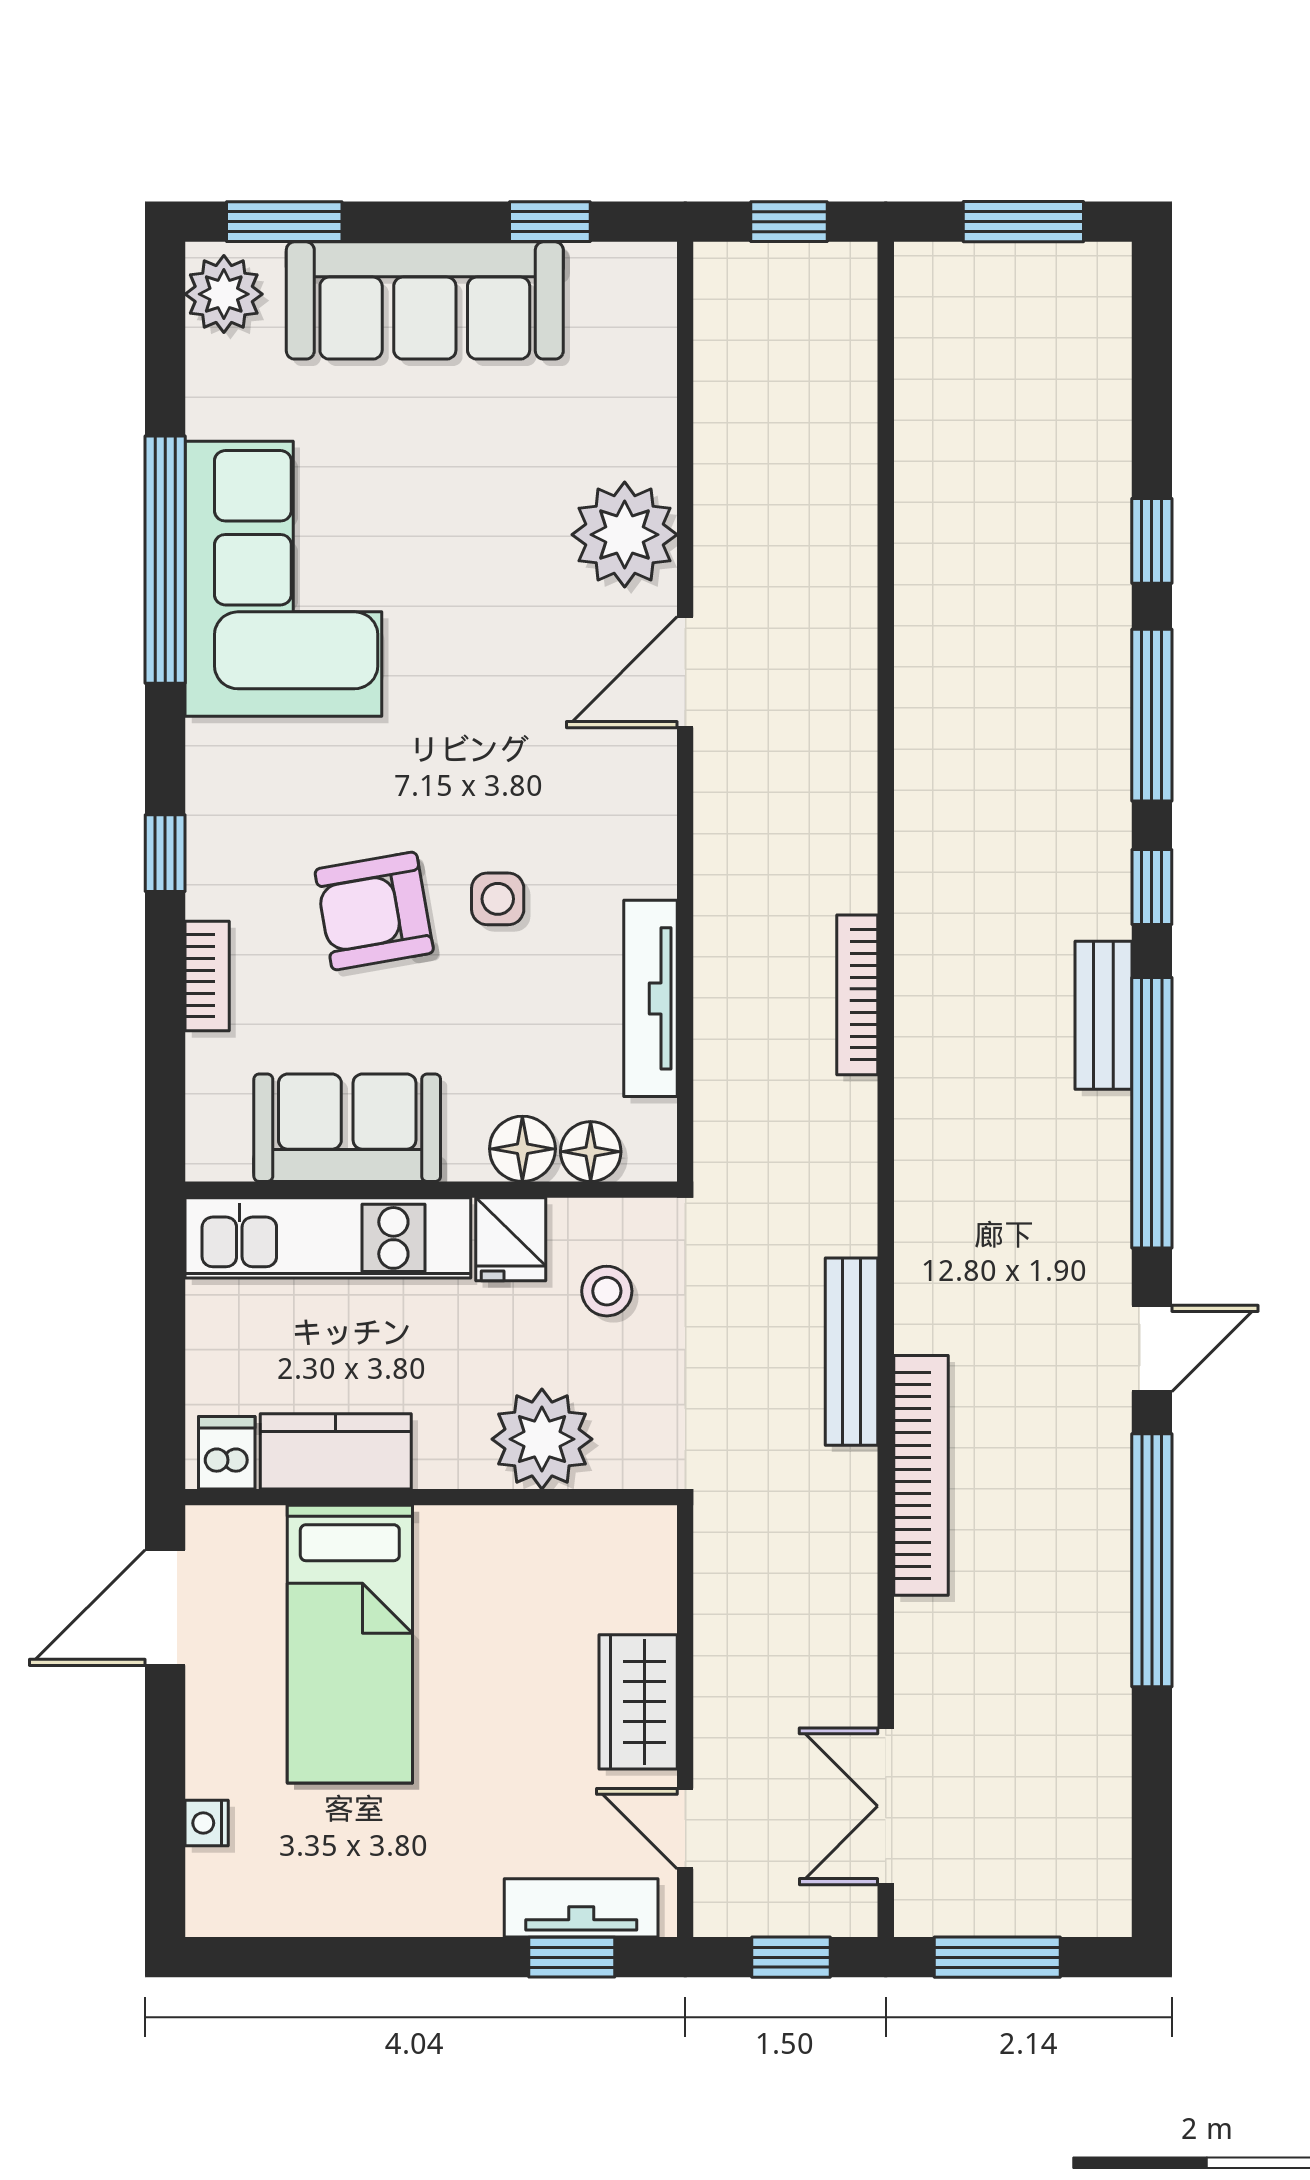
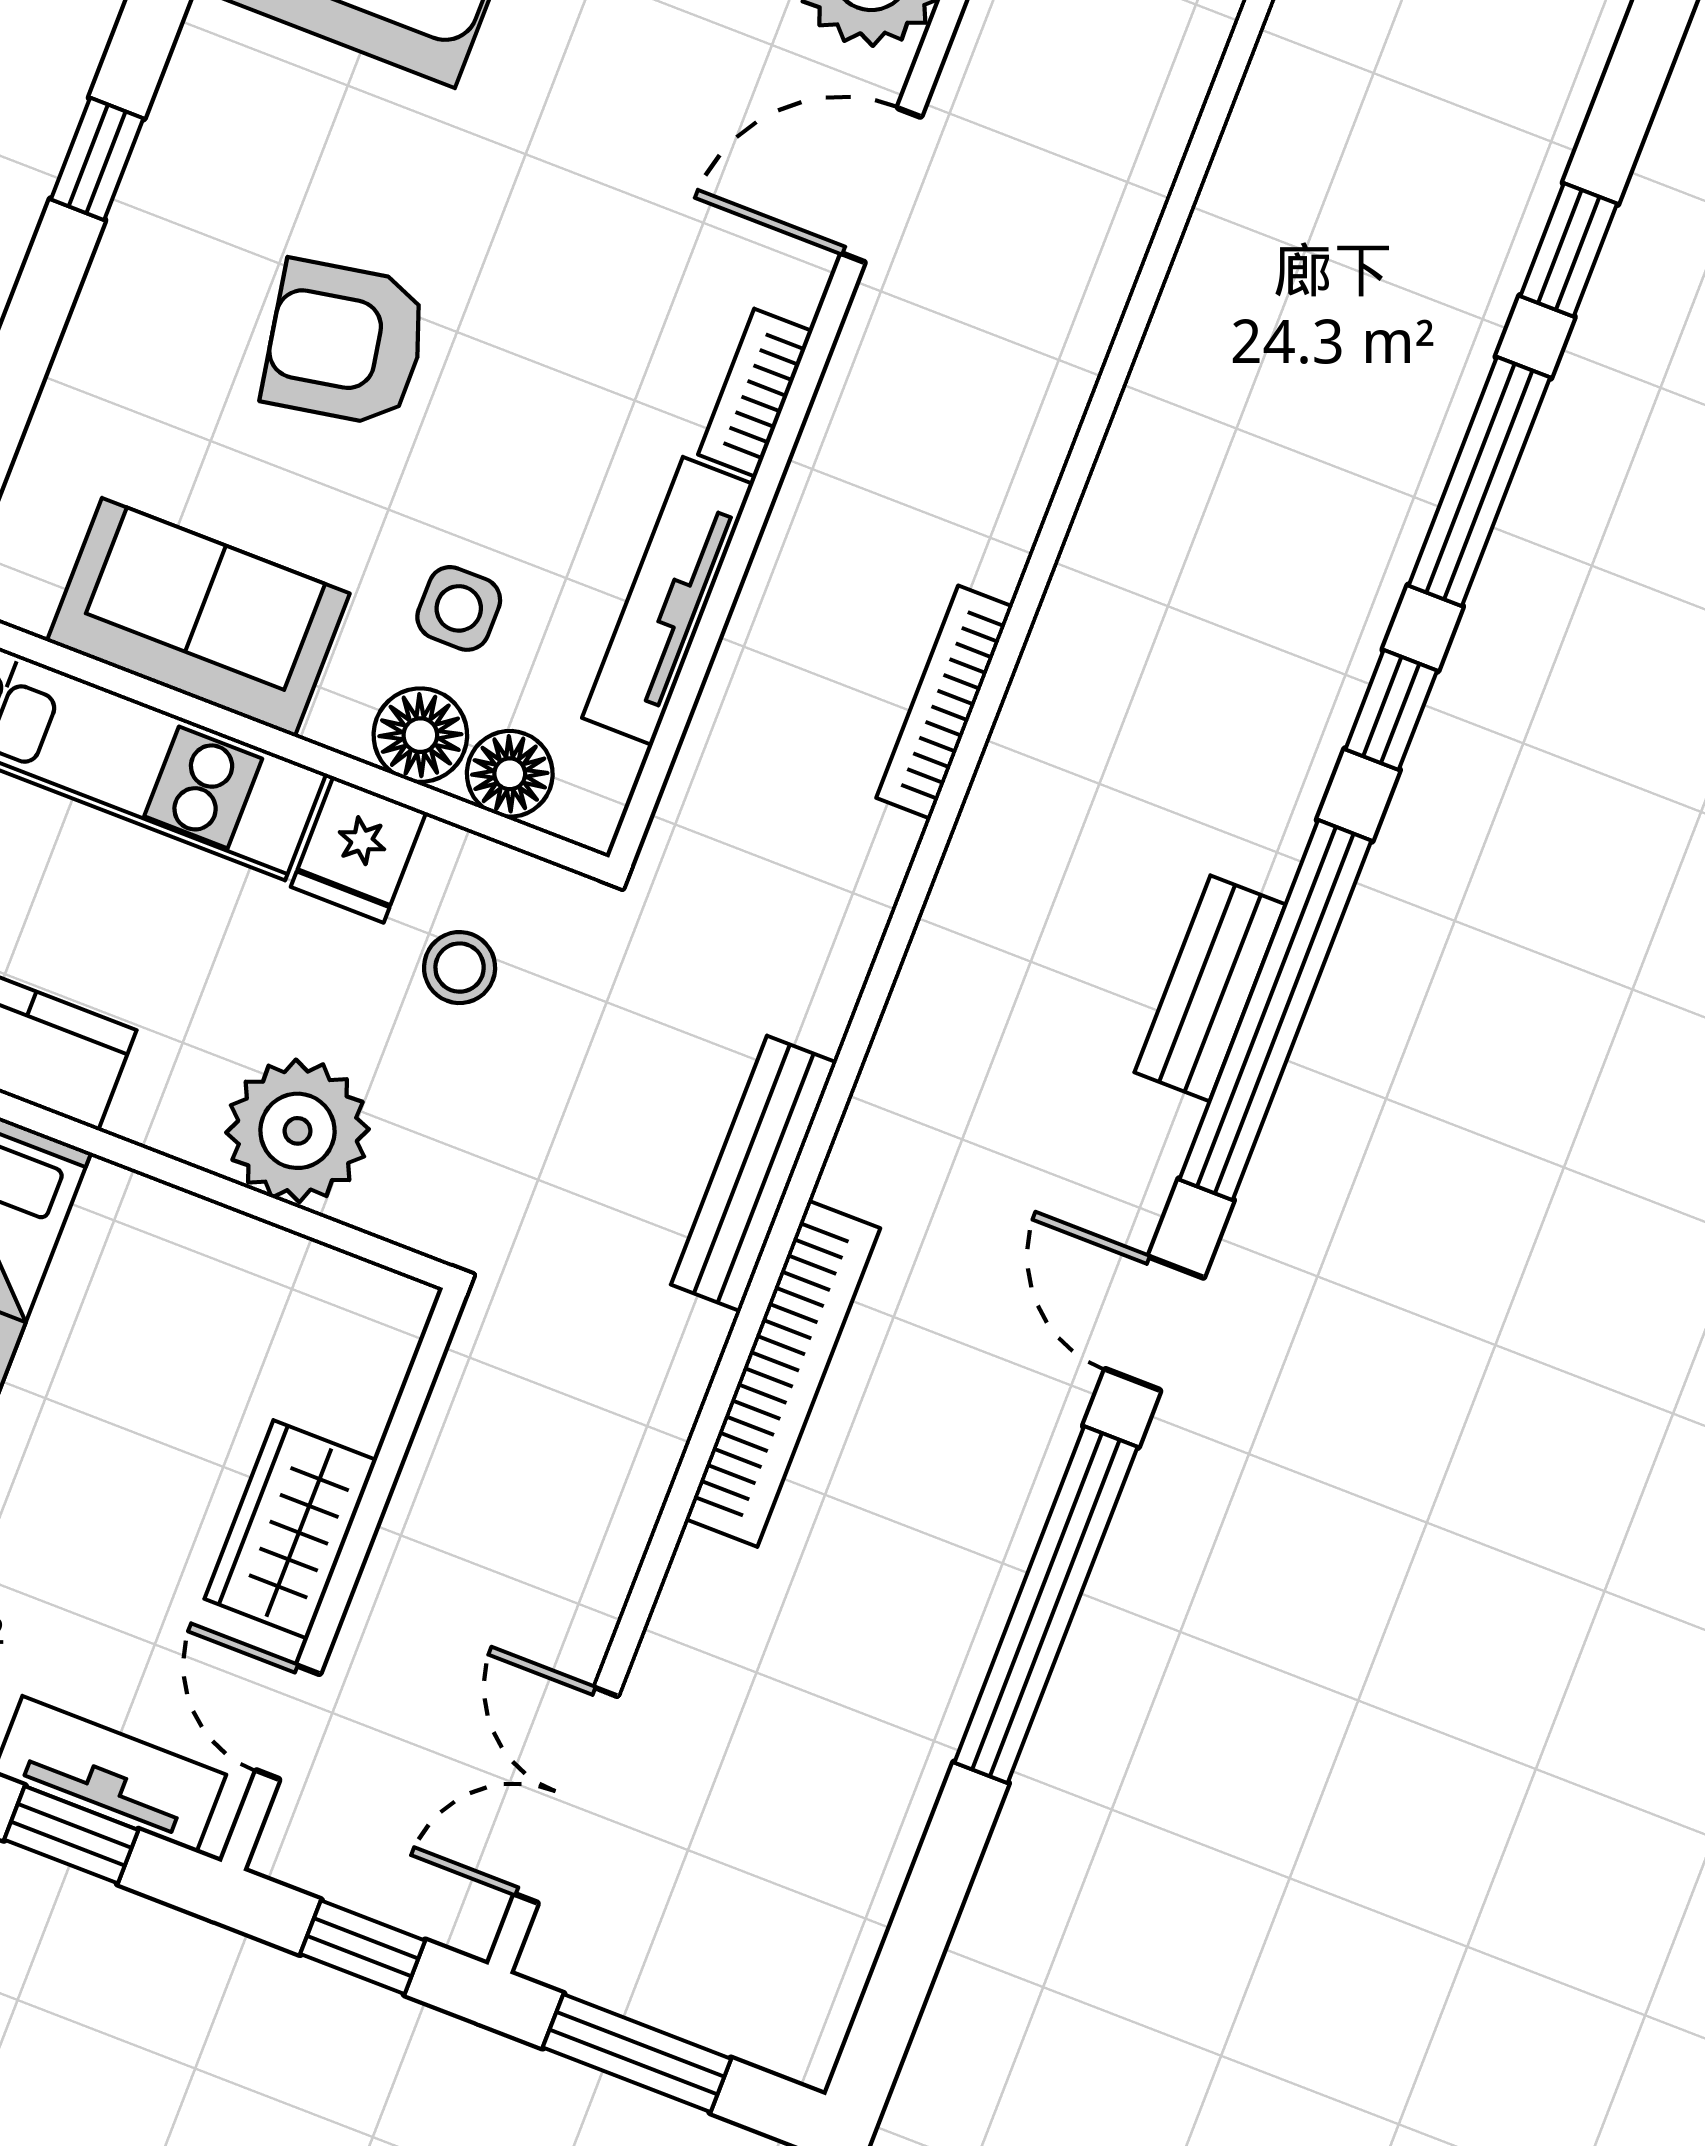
side table: (498, 899) -> (459, 608), moved
bookcase: (207, 976) -> (755, 393), moved, turned 180
bench: (1103, 1015) -> (1210, 988), moved
door: (1152, 1349) -> (1155, 1323), swing flipped

